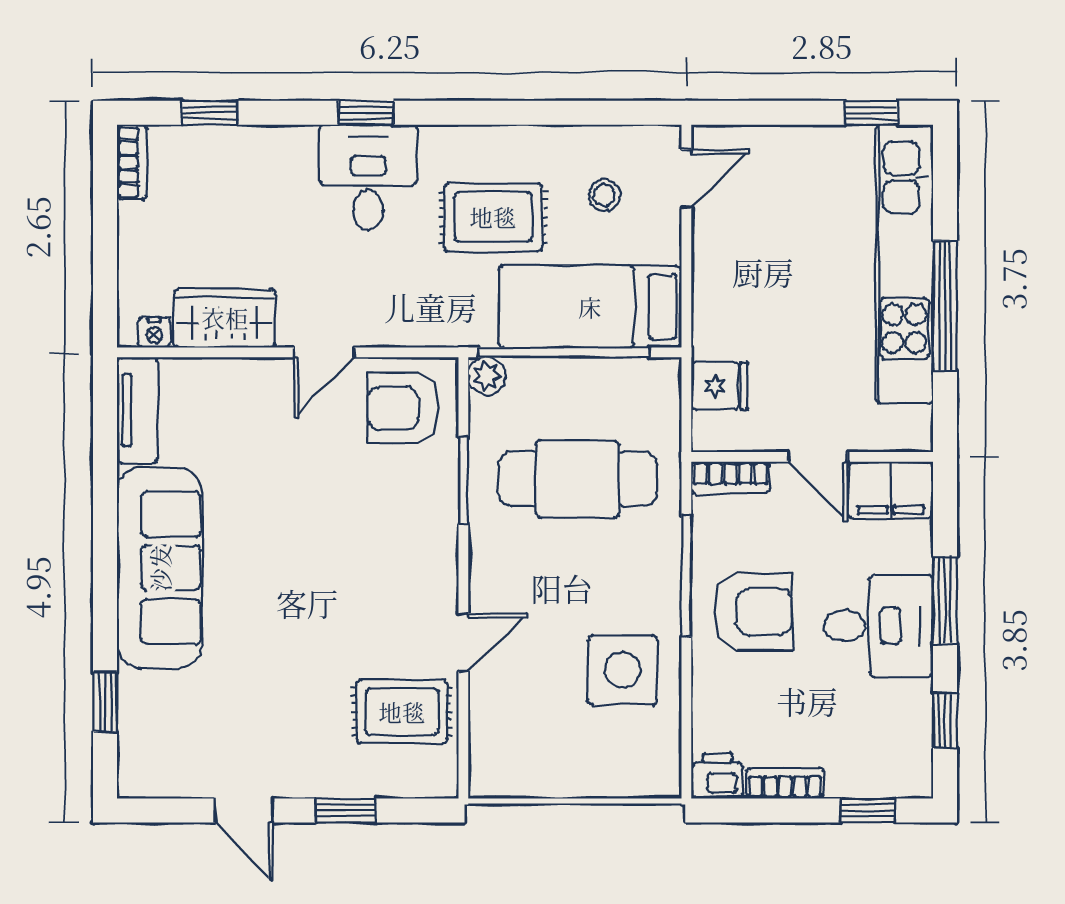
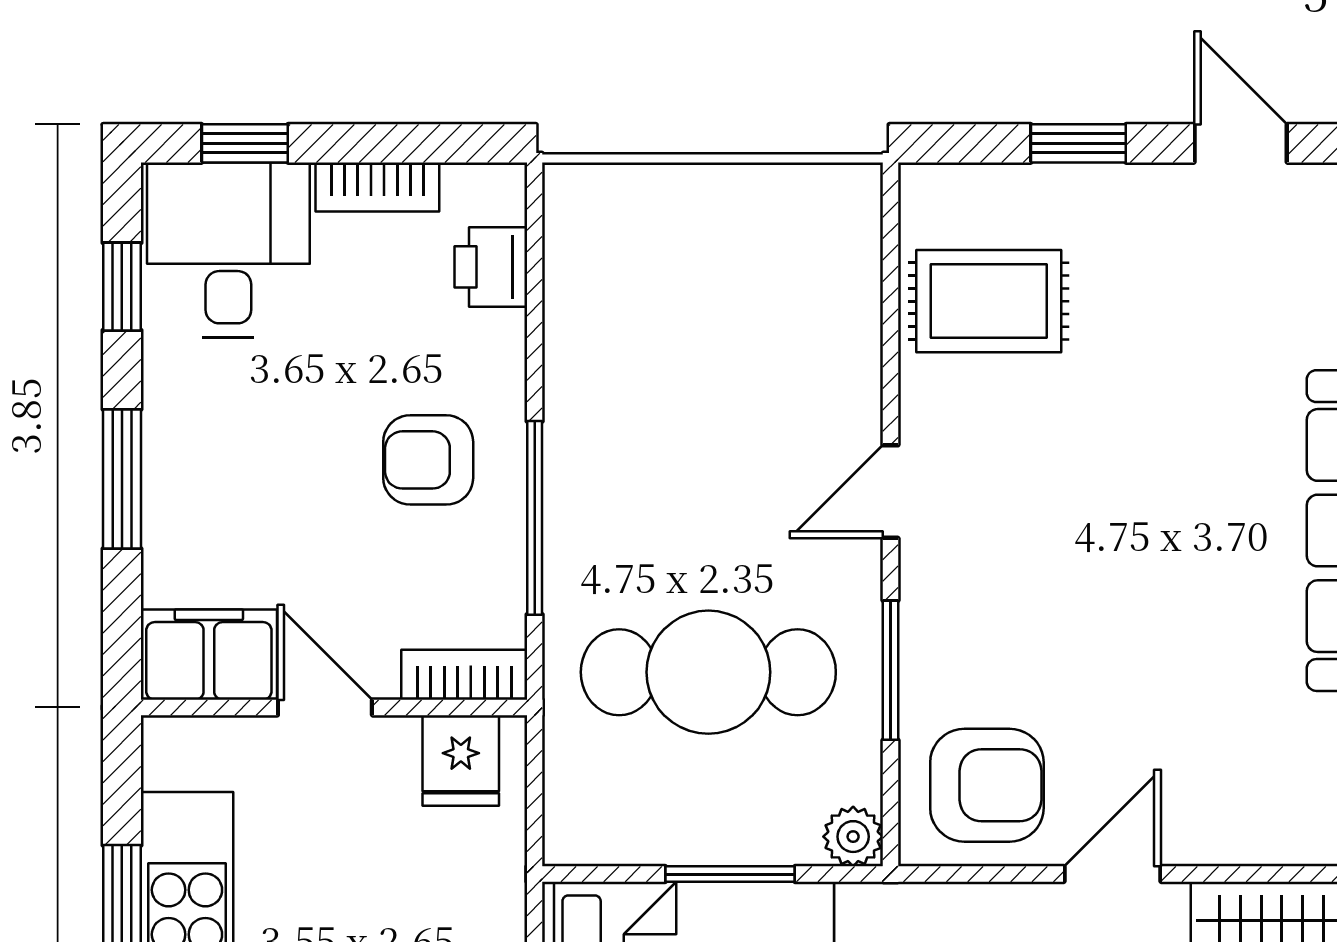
window: (564, 352) -> (730, 874), width x0.47
fridge: (720, 386) -> (461, 760), moved, turned -90
armchair: (753, 612) -> (428, 460), width x0.72, depth x0.72
desk: (878, 626) -> (228, 250), moved, turned 90
door: (463, 643) -> (891, 492), moved
side table: (622, 670) -> (637, 368), removed
printer: (717, 776) -> (491, 267), moved, turned 90

